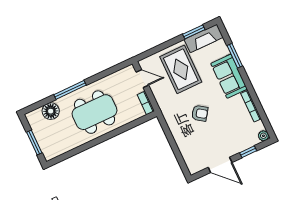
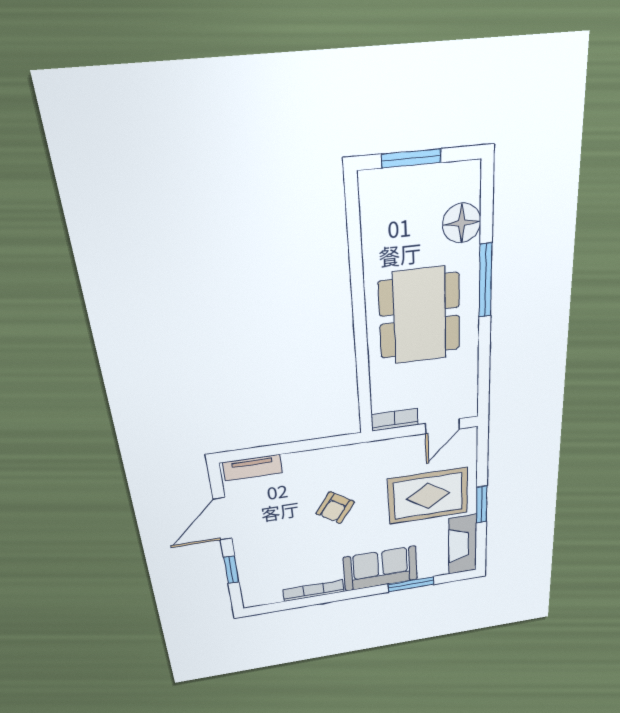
window: (194, 32) -> (482, 505), moved
plant: (263, 136) -> (252, 599), removed
tv unit: (189, 160) -> (253, 468), added

